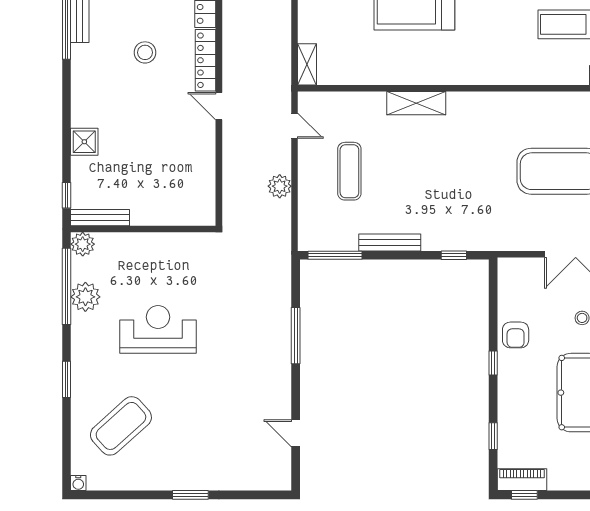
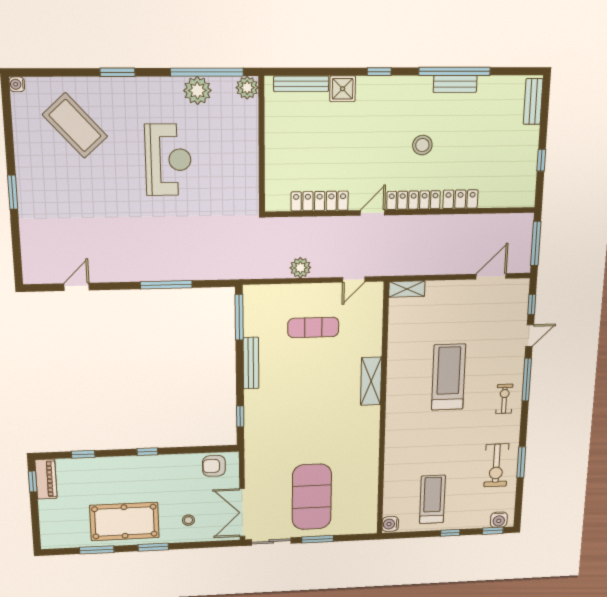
locker: (205, 165) -> (320, 201), added
window: (67, 195) -> (379, 72), moved
bench: (100, 218) -> (301, 84), moved, turned 90
armchair: (516, 335) -> (214, 466), moved

